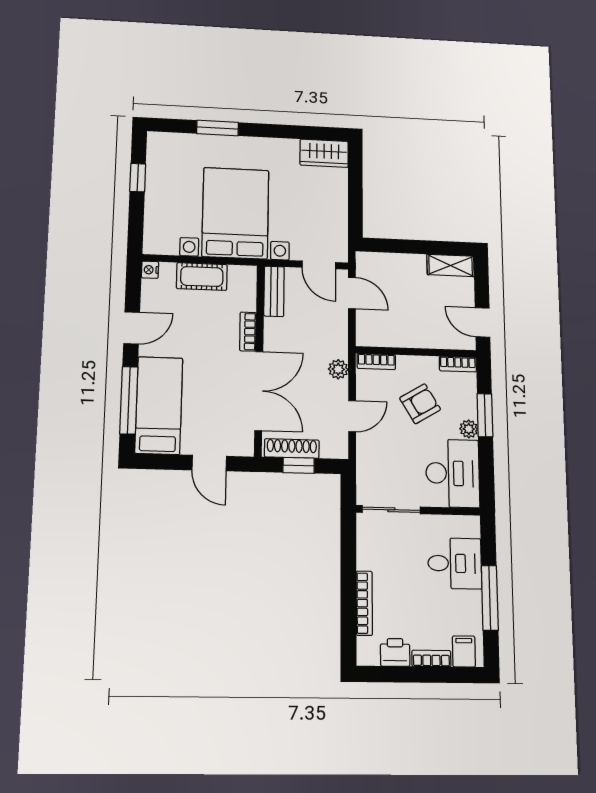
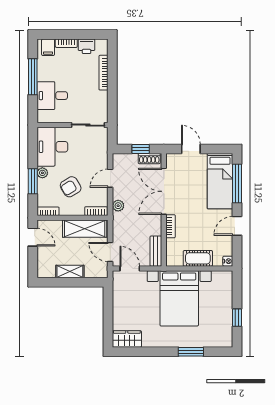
shelving: (451, 265) -> (70, 271), moved
shelving: (395, 333) -> (85, 229), added
shoe rack: (292, 448) -> (149, 159), width x0.70

